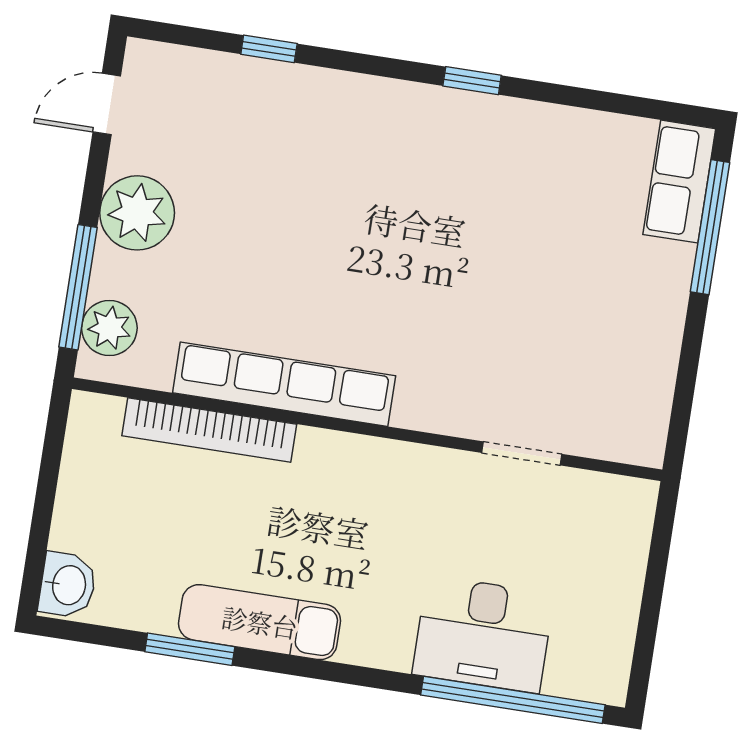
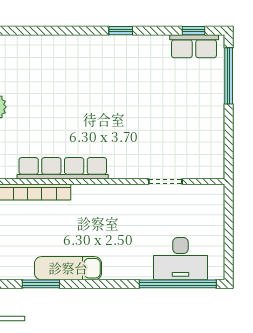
window: (269, 49) -> (193, 31), moved
row of seats: (679, 182) -> (194, 46), moved, turned -90
desk: (483, 634) -> (180, 259), moved

